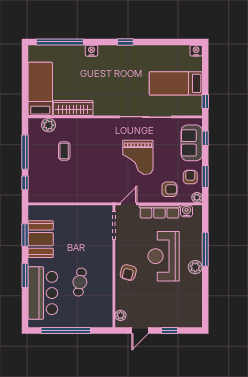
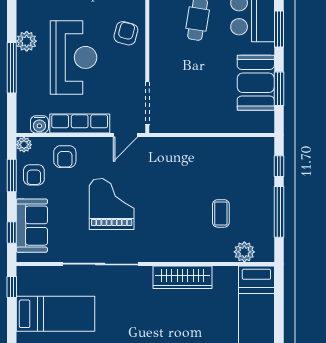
wardrobe: (73, 108) -> (183, 277), moved
armchair: (169, 189) -> (65, 157), turned -90

